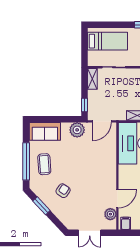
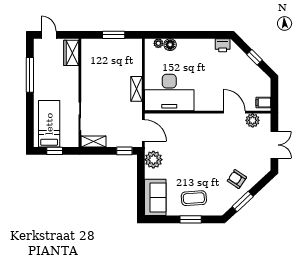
window: (85, 46) -> (55, 151), added
window: (26, 161) -> (191, 219), width x0.47
armchair: (63, 191) -> (237, 179), moved

